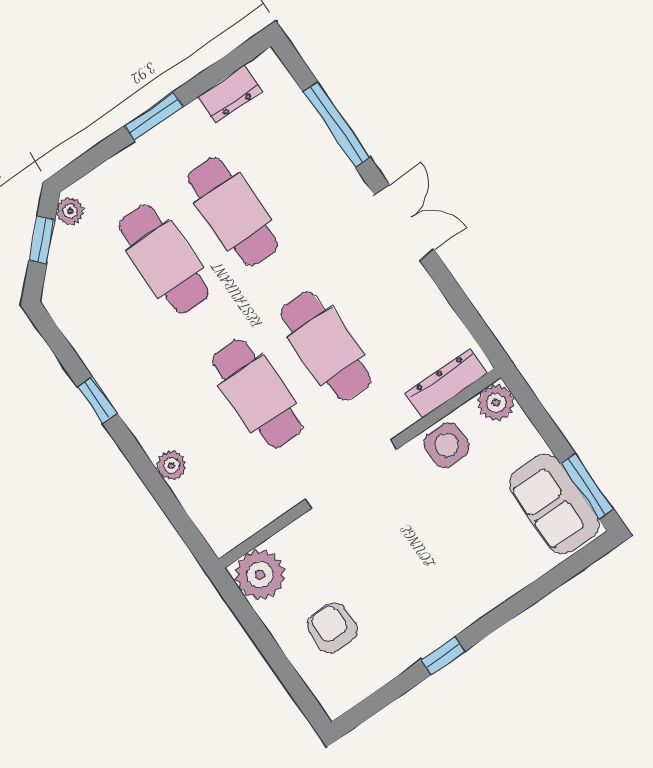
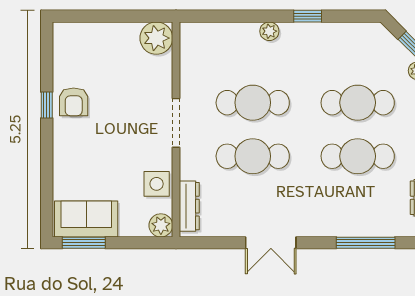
double door: (404, 222) -> (271, 243), moved
plant: (171, 465) -> (269, 31), moved
doorway: (351, 474) -> (176, 123), width x0.73
armchair: (332, 628) -> (74, 102), moved, turned 90

